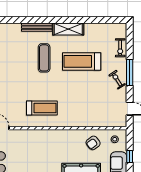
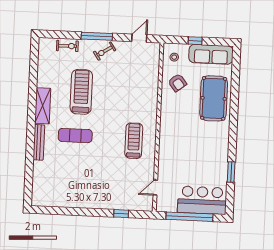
treadmill: (82, 61) -> (81, 92), turned 180

